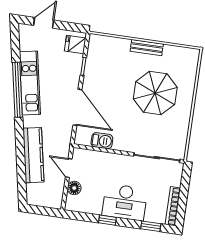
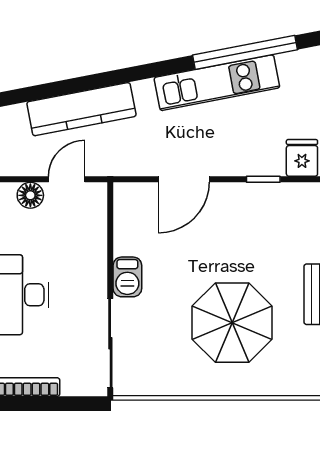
window: (17, 90) -> (245, 52), moved
door: (77, 107) -> (184, 179), width x0.73
barbecue: (102, 141) -> (127, 277), moved

